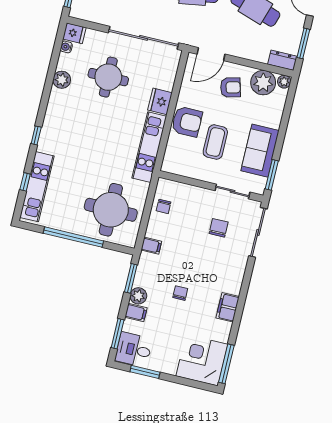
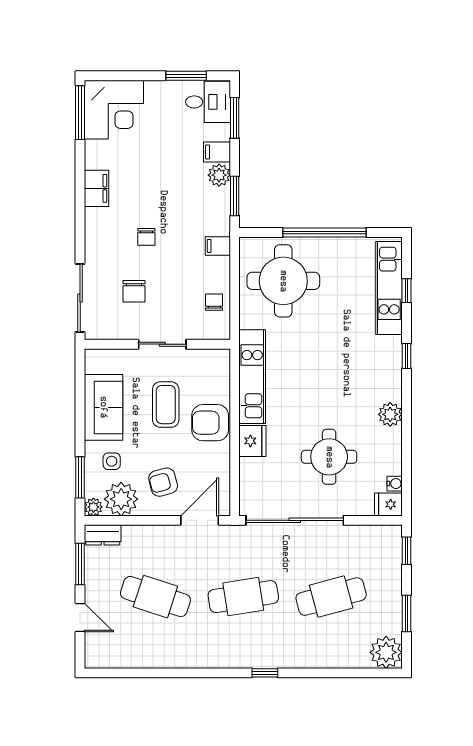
plant: (62, 80) -> (390, 414), moved
side table: (263, 111) -> (112, 461), added
window: (272, 175) -> (80, 477), moved
sliding door: (232, 191) -> (162, 344), moved
chair: (180, 293) -> (146, 237), moved

